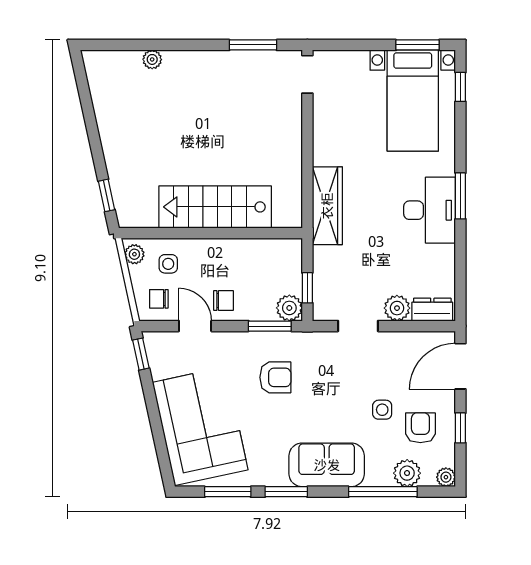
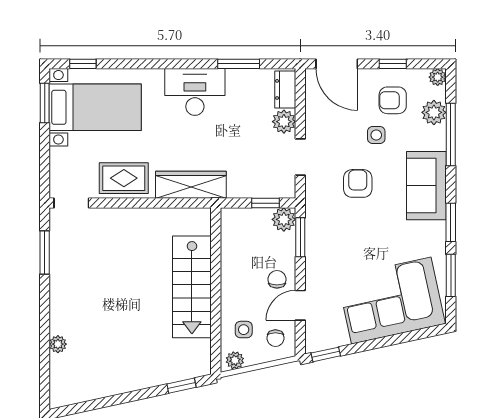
rug: (335, 132) -> (124, 178), added
window: (460, 196) -> (239, 64), moved
armchair: (275, 377) -> (358, 183), moved

